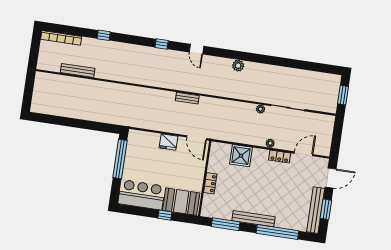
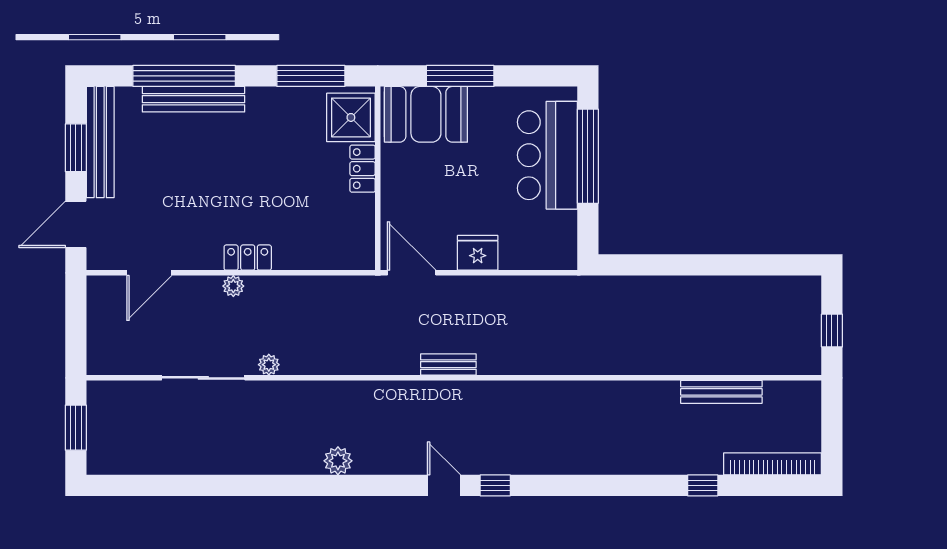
window: (104, 35) -> (703, 485), moved
window: (162, 44) -> (495, 485), moved
window: (29, 89) -> (832, 331), added
shower: (241, 156) -> (351, 117), moved
locker: (280, 157) -> (248, 258), moved
window: (120, 159) -> (588, 156), moved
bar counter: (142, 195) -> (547, 155), moved, turned 90
window: (165, 215) -> (460, 76), width x2.17
bench: (253, 219) -> (194, 99), moved

